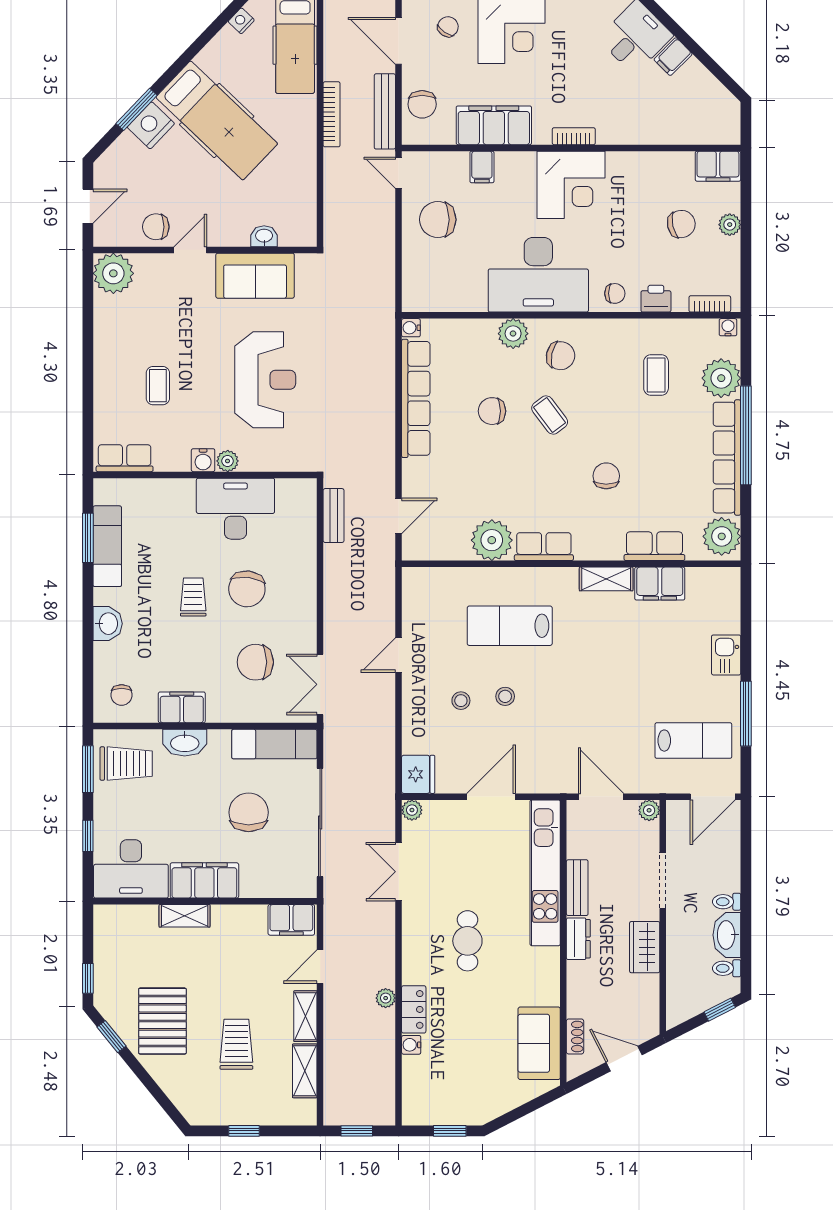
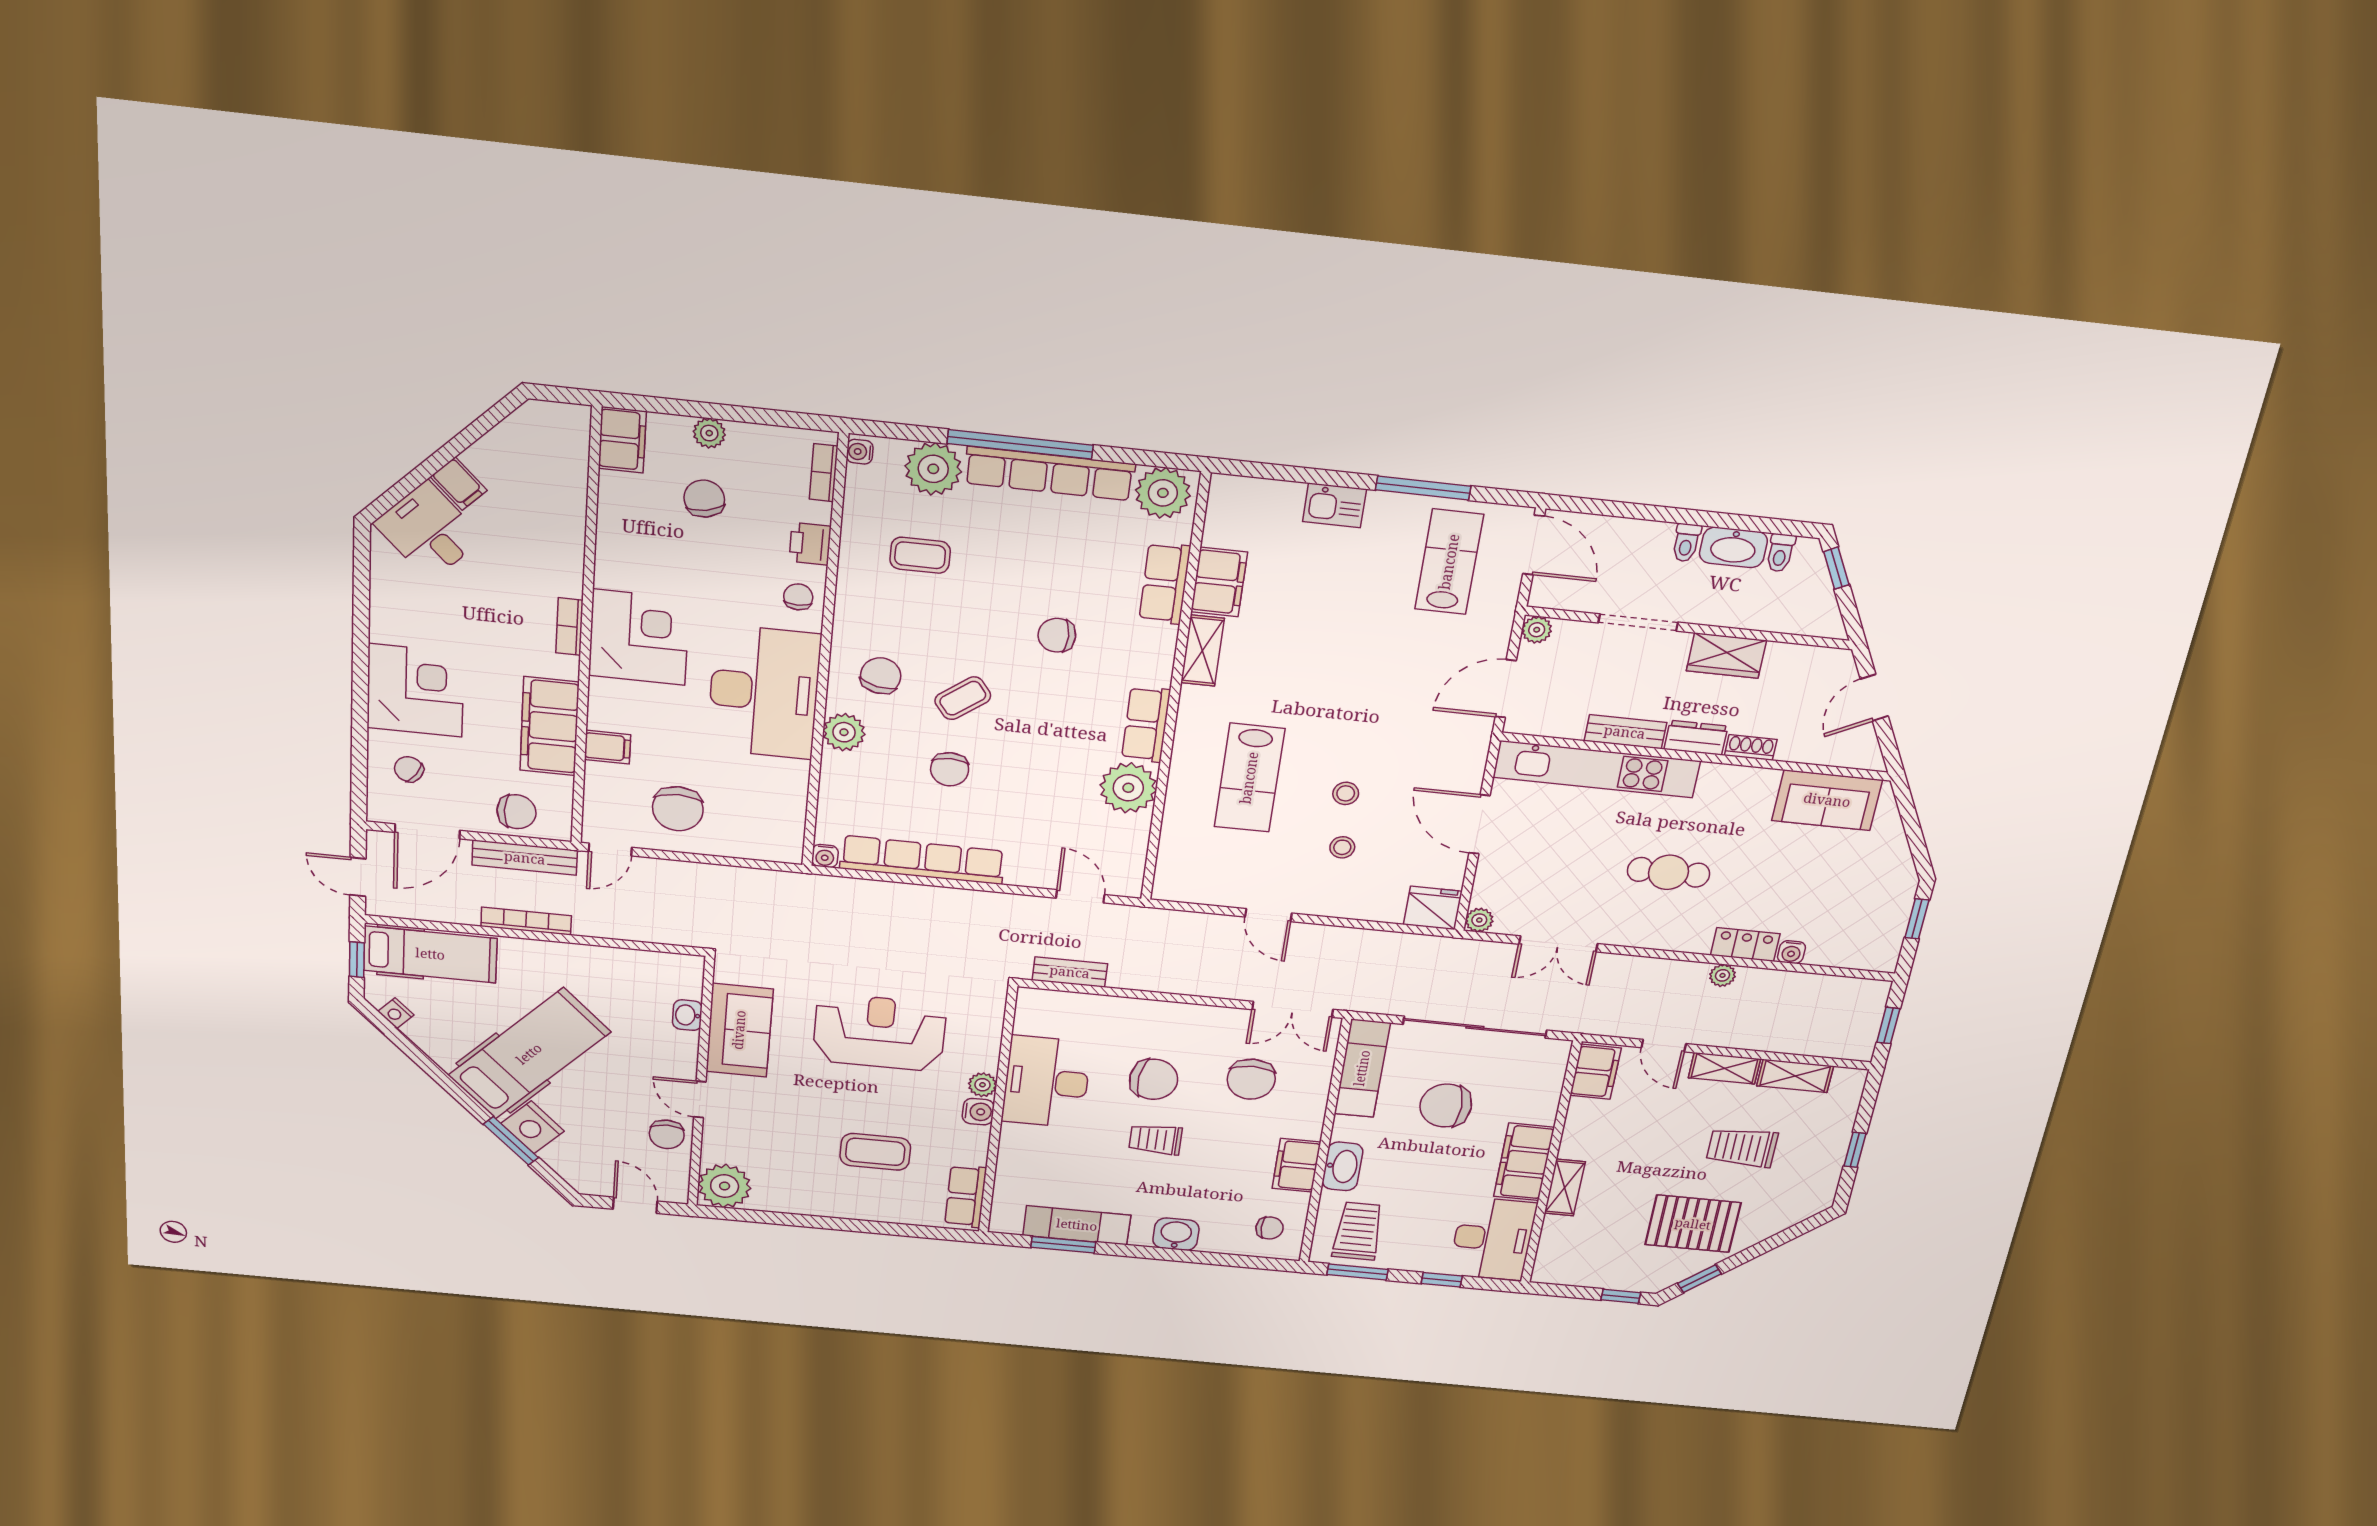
coffee table: (158, 386) -> (875, 1152), width x1.36, depth x1.30
shoe rack: (575, 1036) -> (1751, 747), moved

